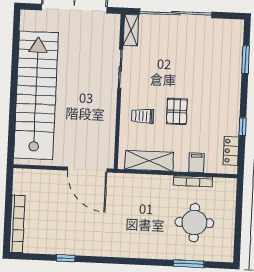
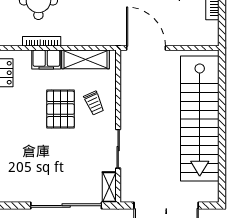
pallet: (177, 111) -> (61, 109), width x1.50, depth x1.42
trolley: (143, 116) -> (94, 103), turned 66
filing cabinet: (196, 163) -> (46, 60), width x2.00

